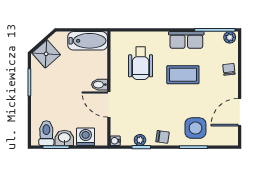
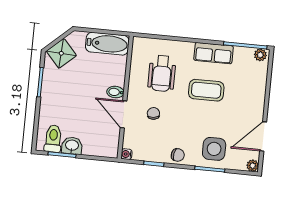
chair: (229, 69) -> (153, 113), moved
washing machine: (86, 137) -> (95, 147), removed
plant: (140, 140) -> (253, 166), moved

